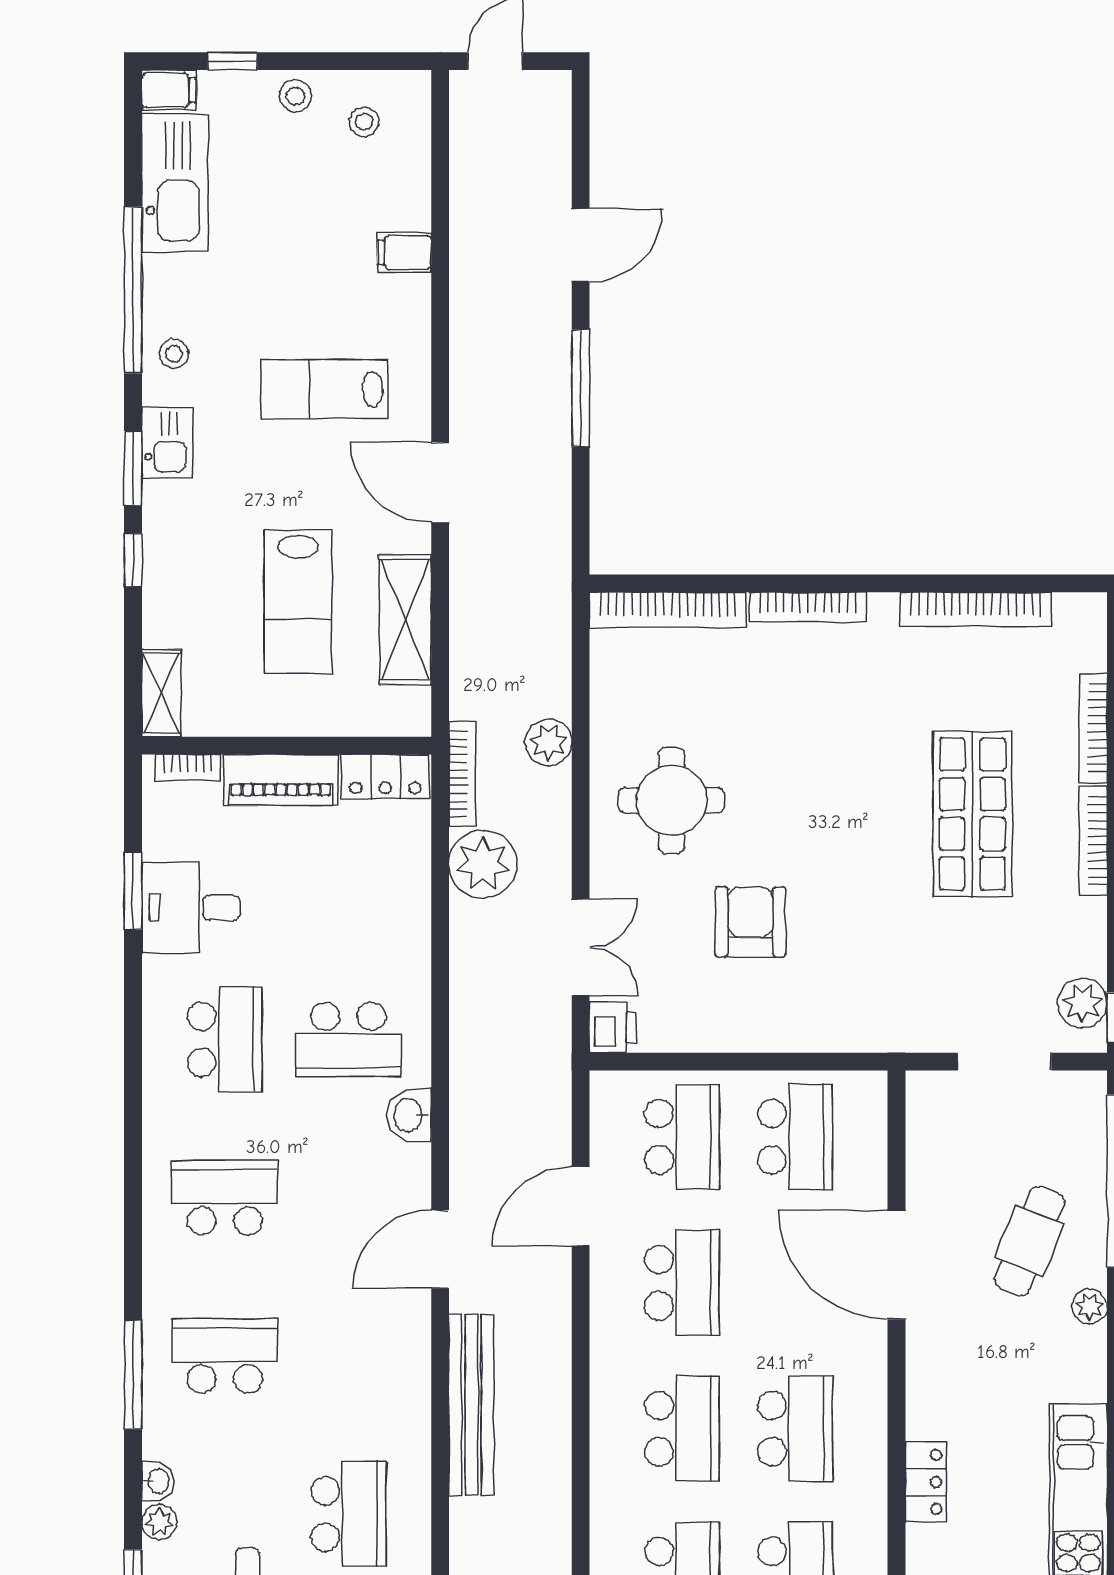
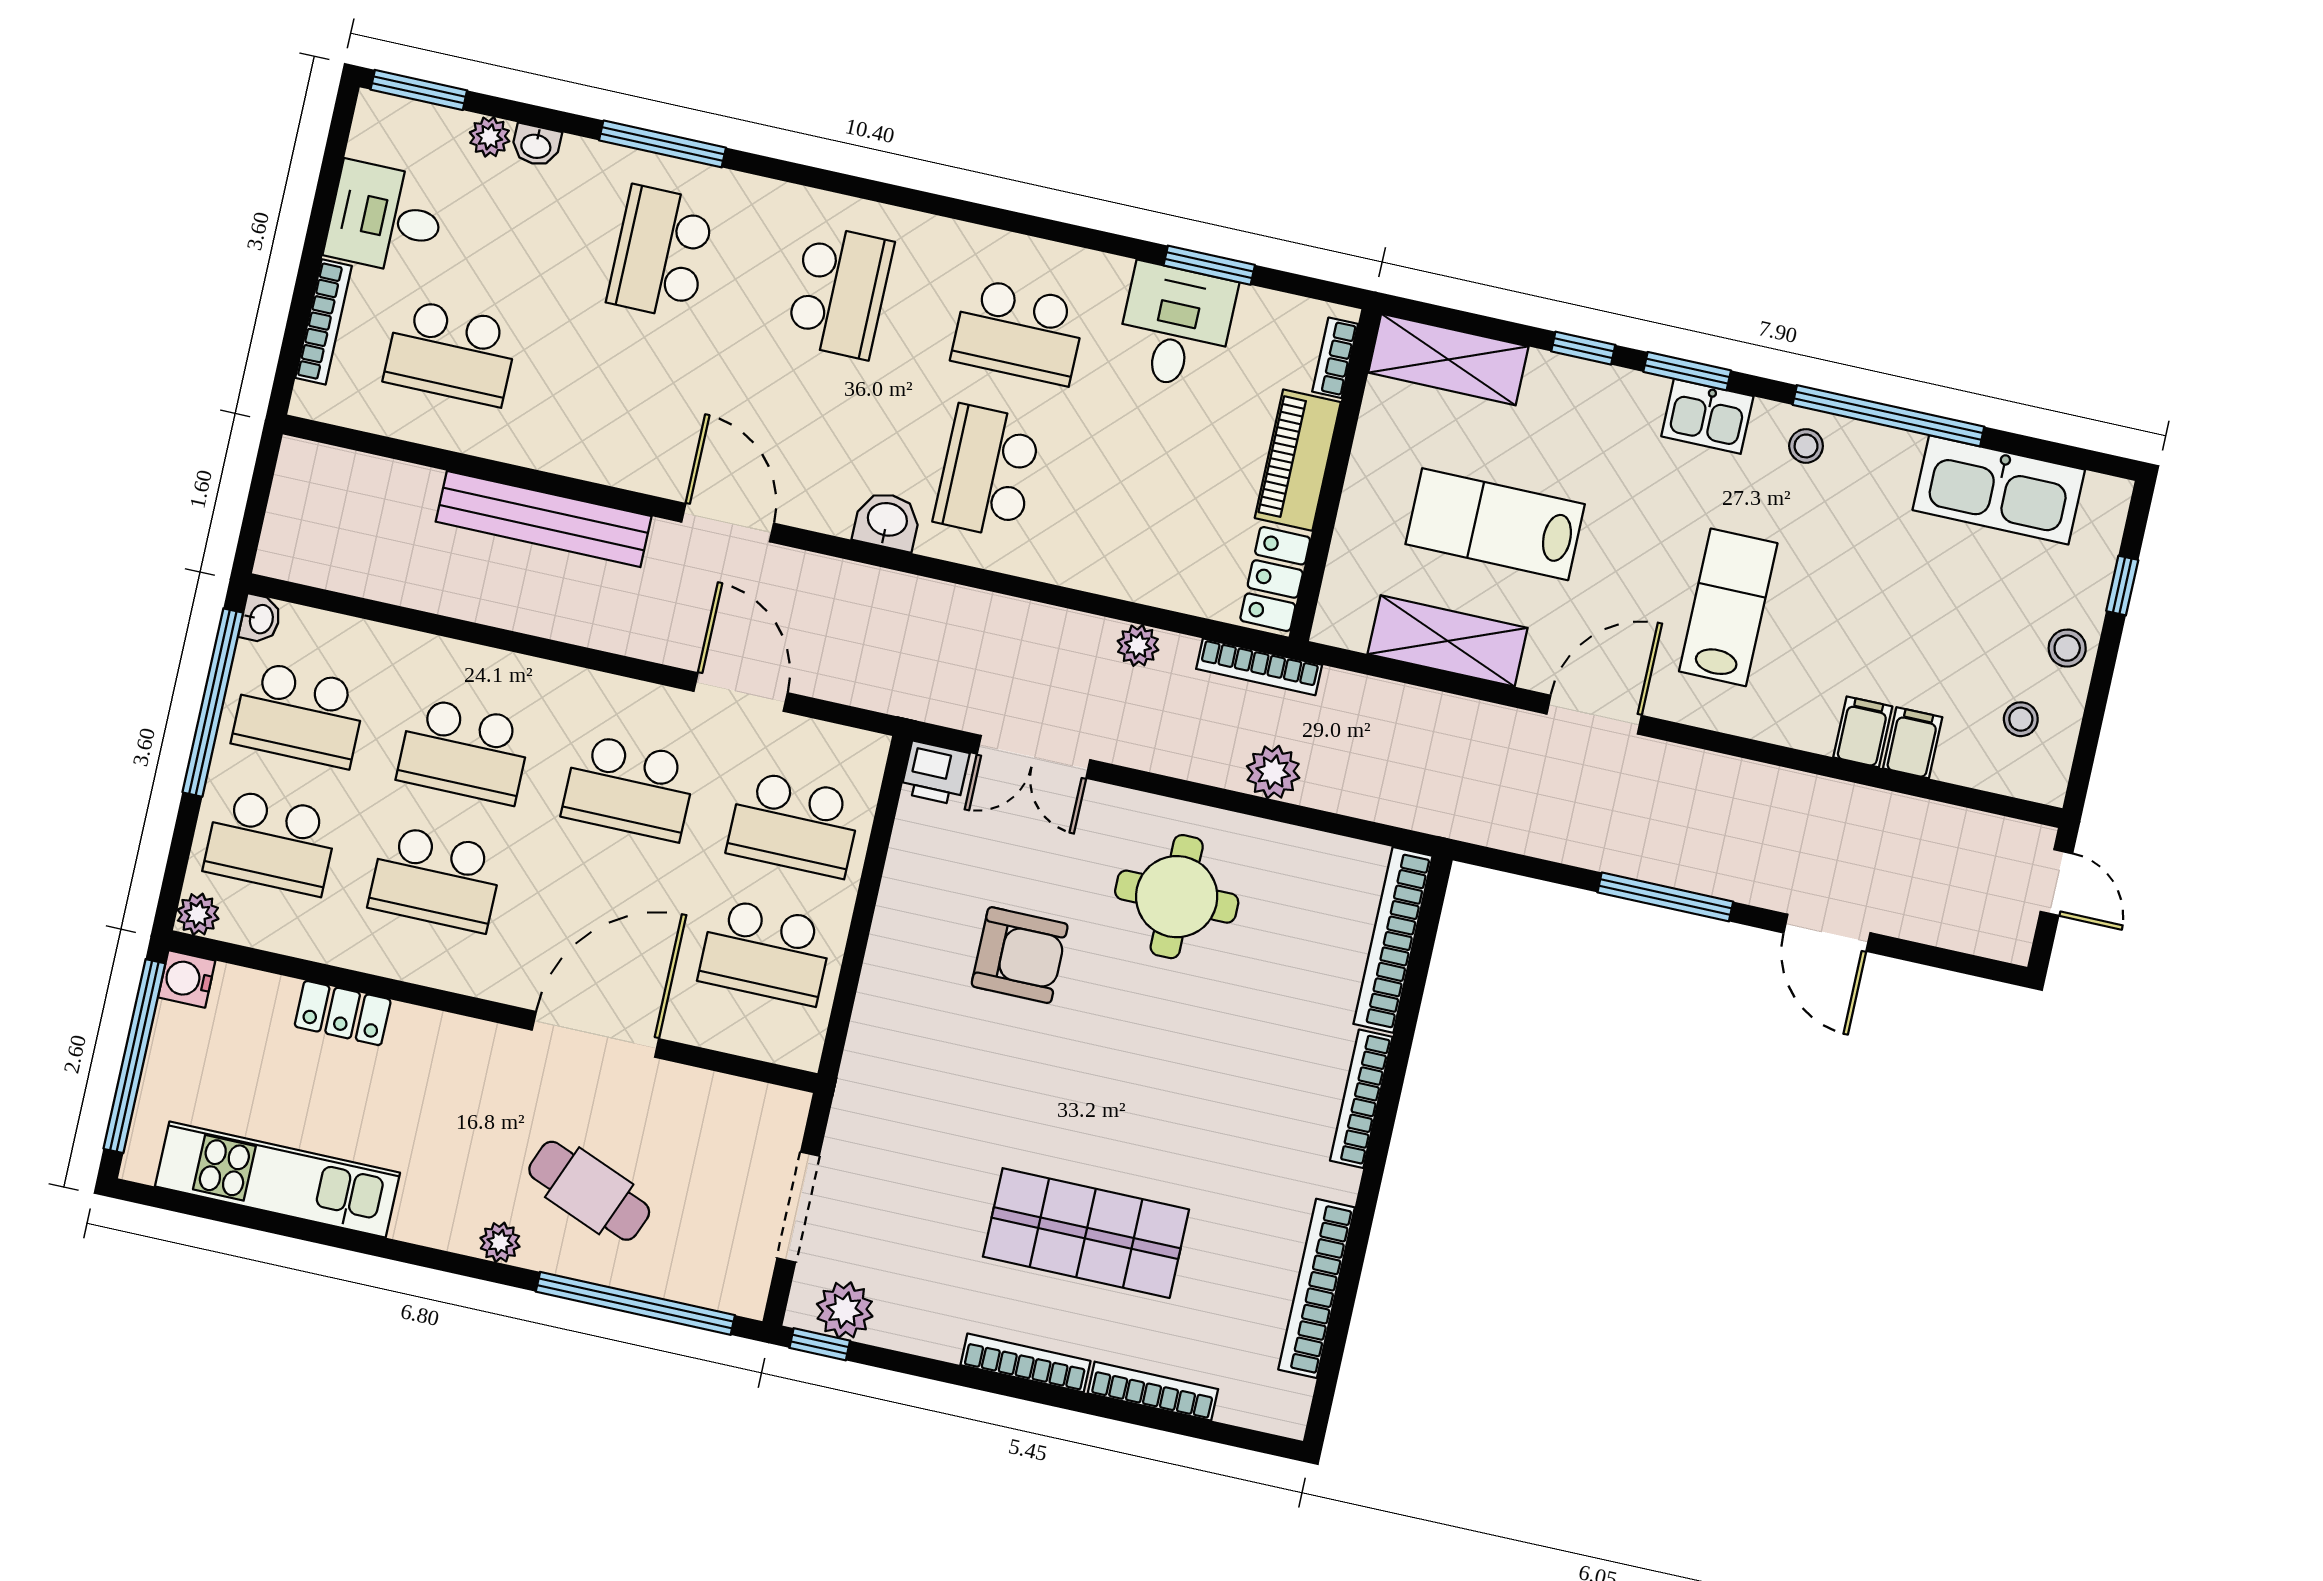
filing cabinet: (169, 90) -> (1913, 743), moved, turned 180
shelving: (161, 693) -> (1448, 360), width x1.50, depth x1.33
plant: (483, 864) -> (1138, 645), width x0.53, depth x0.53
school desk: (225, 1356) -> (661, 252), turned 180

